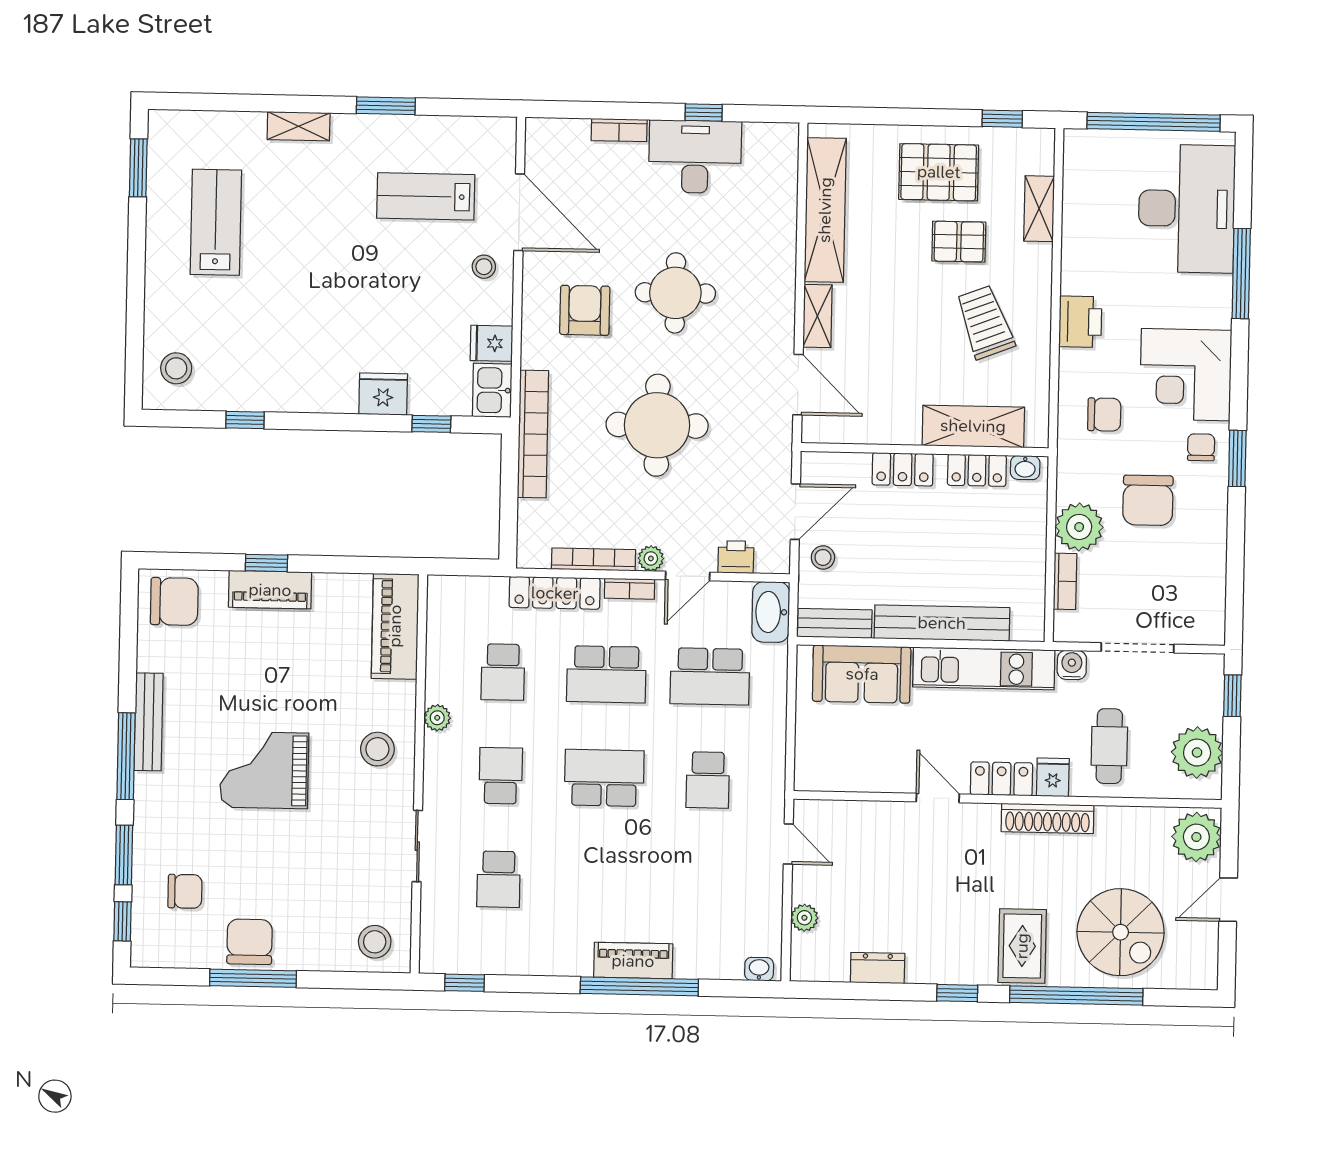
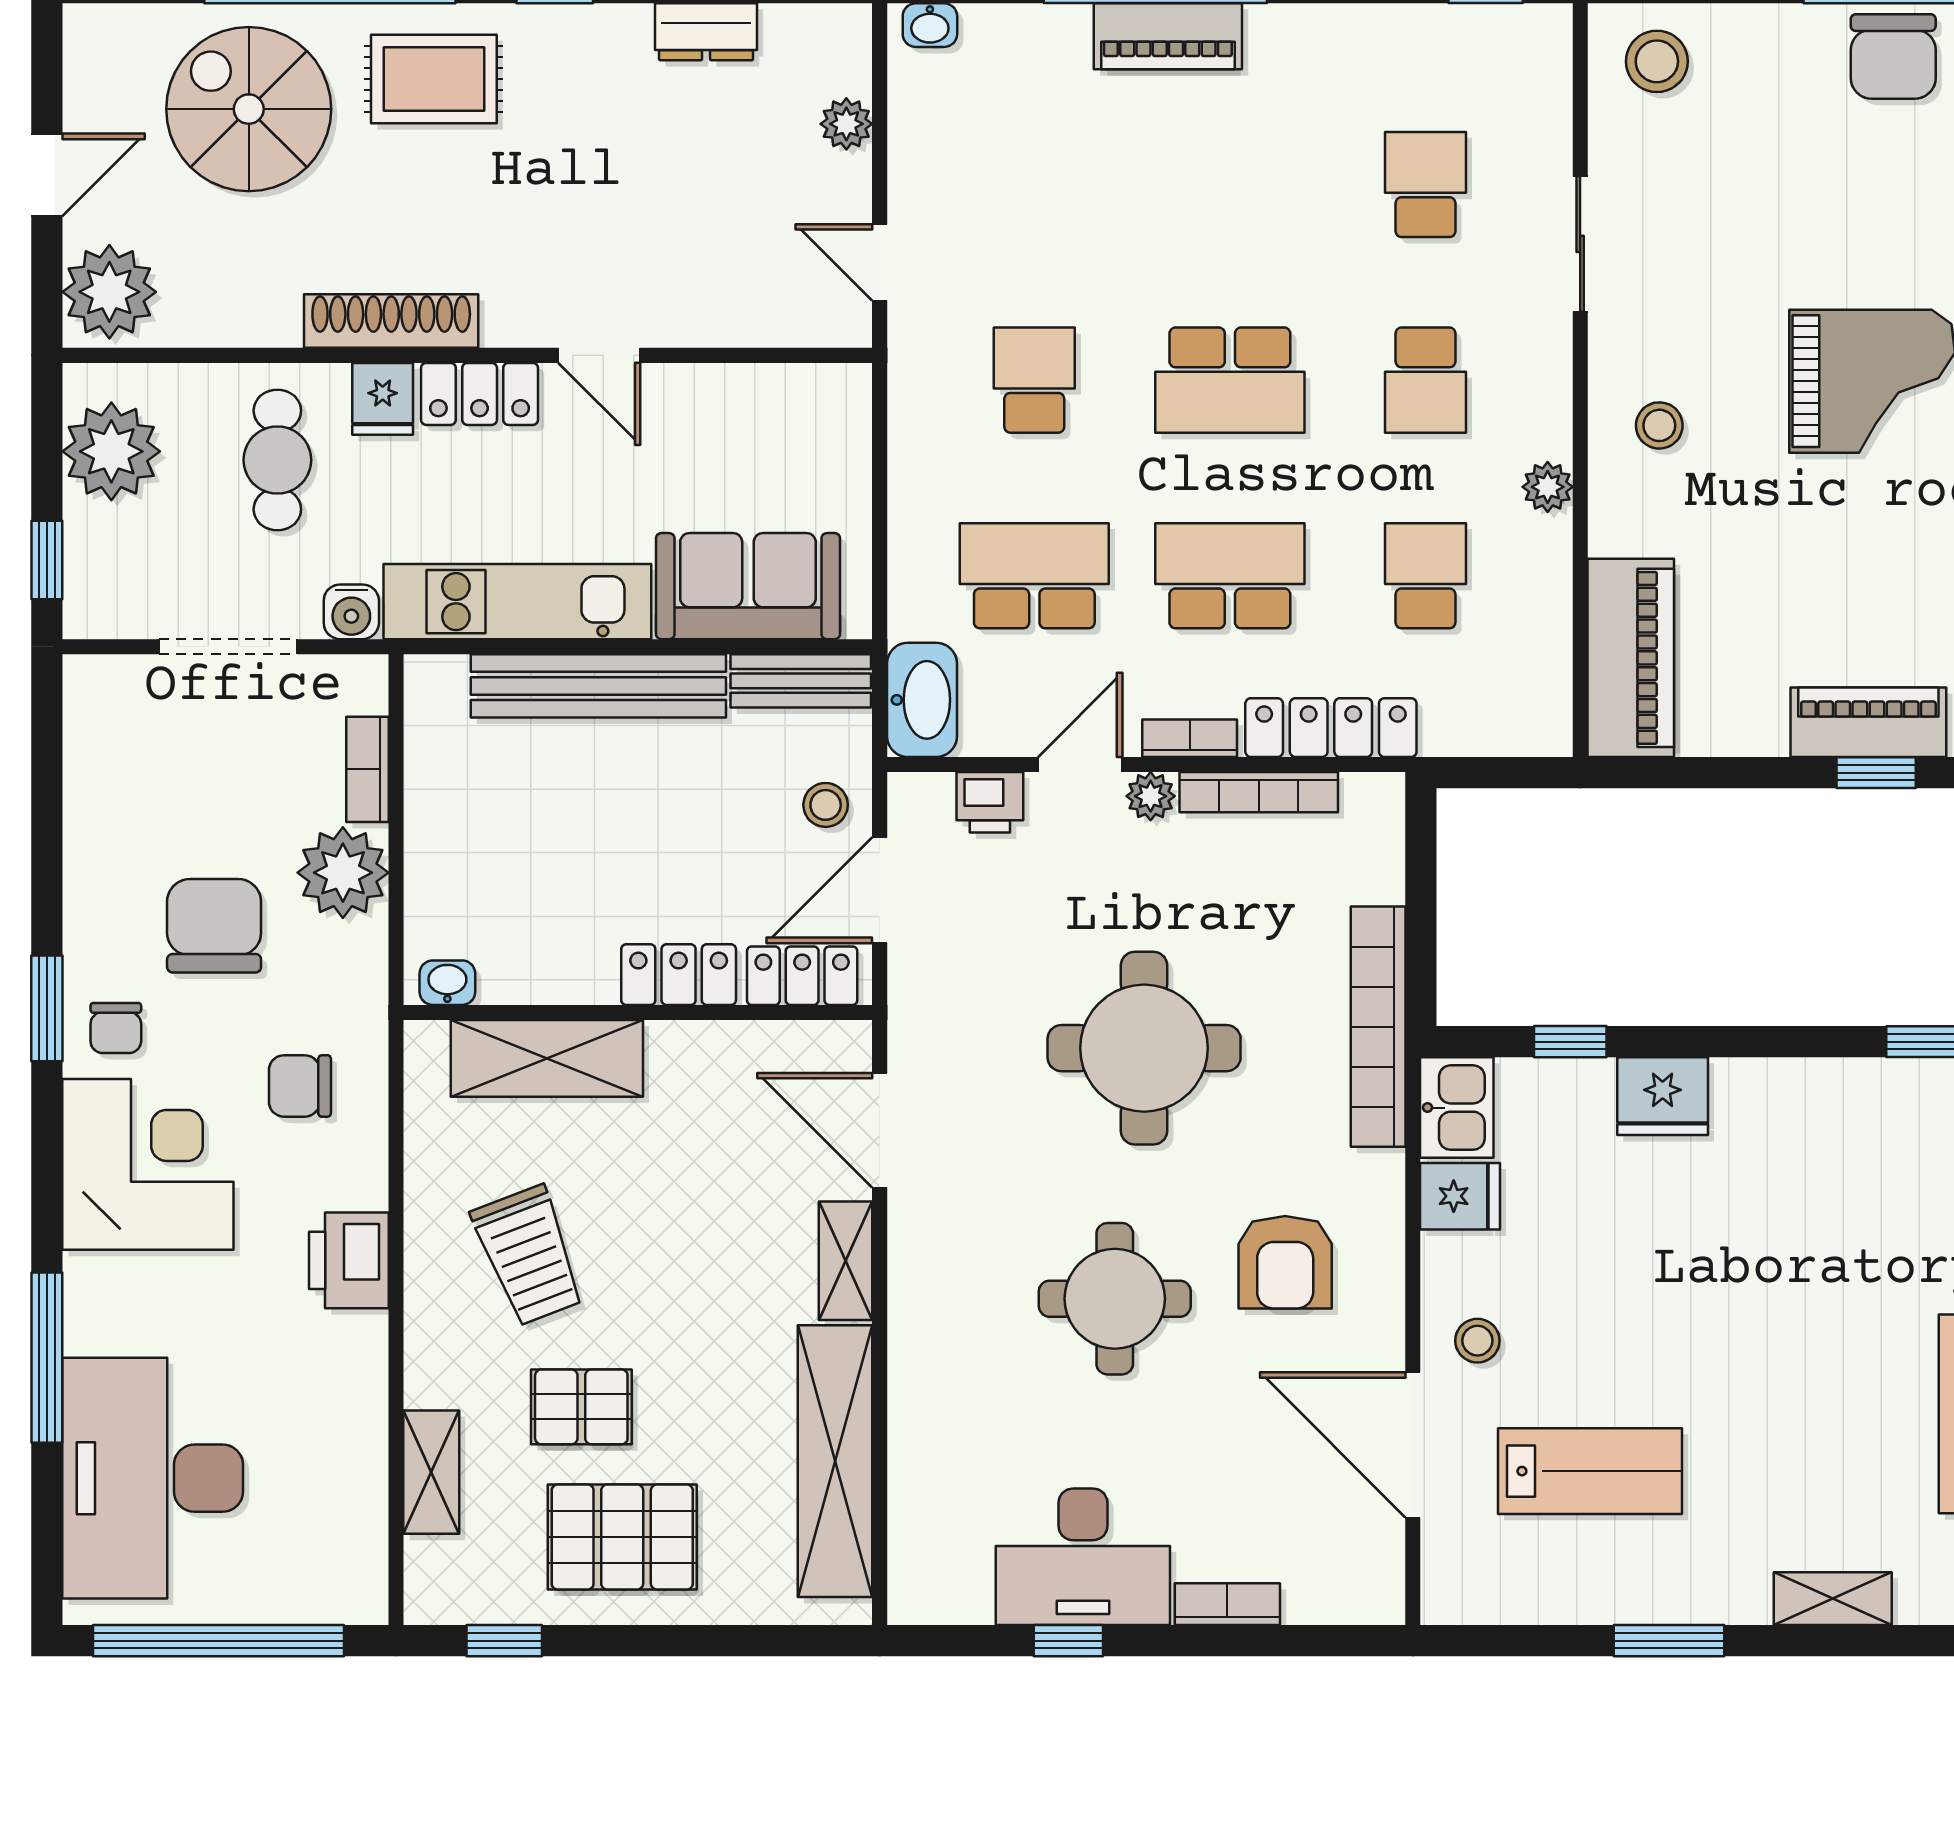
locker: (977, 470) -> (802, 976), moved
stool: (377, 749) -> (1659, 425), width x0.73, depth x0.73
rug: (1022, 946) -> (434, 79), turned 90

